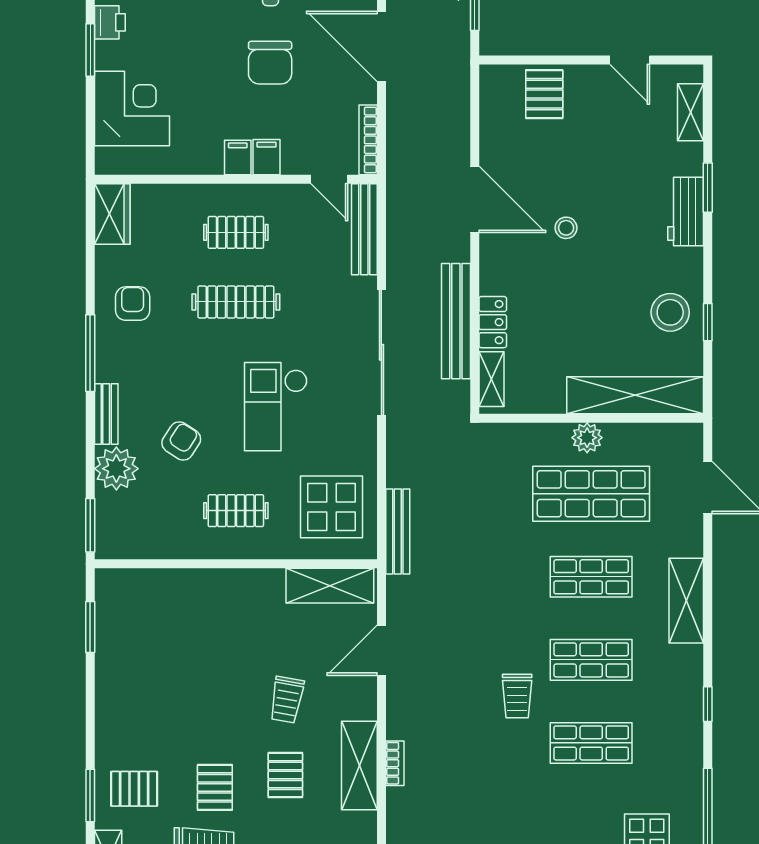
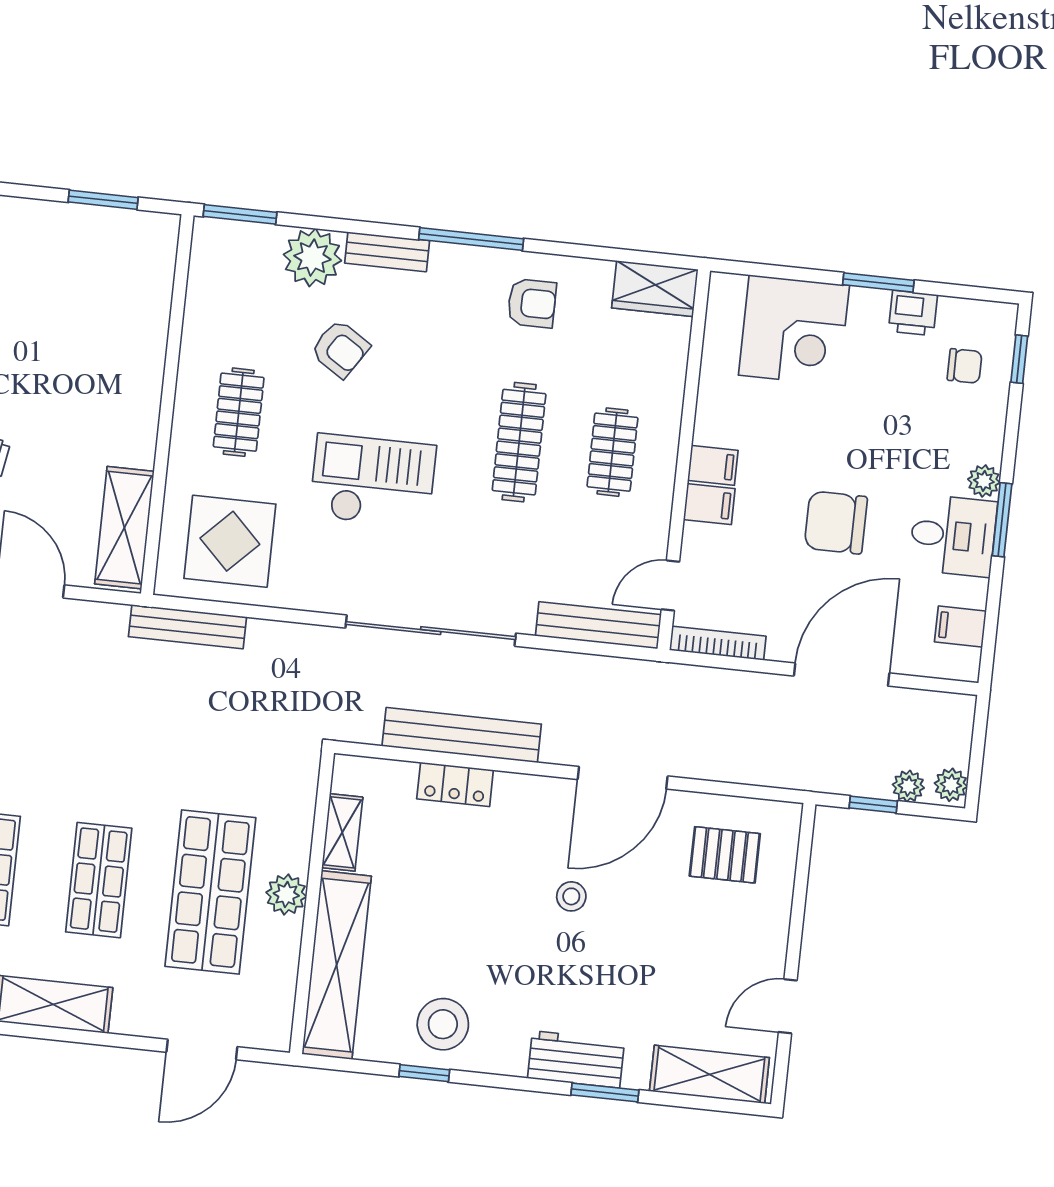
pallet: (544, 94) -> (725, 855), moved
shelving: (690, 112) -> (709, 1074), width x1.50, depth x1.33
shelving: (491, 379) -> (342, 832), moved, turned 90

